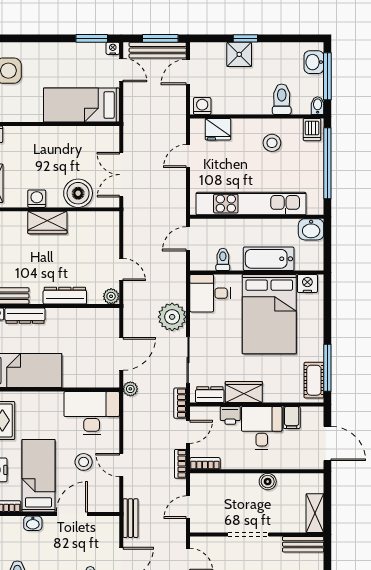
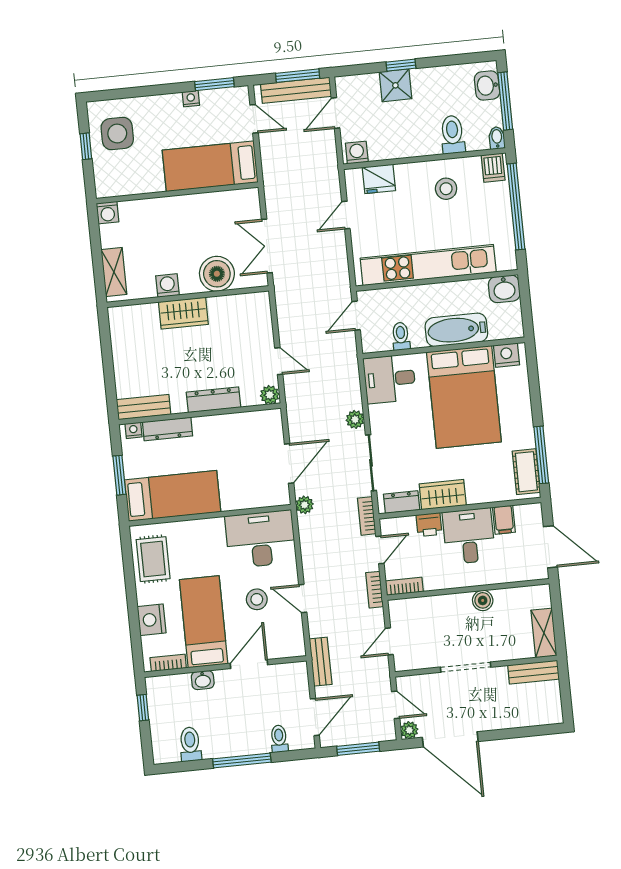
nightstand: (113, 48) -> (191, 99), moved
plant: (172, 317) -> (355, 419), width x0.53, depth x0.53

